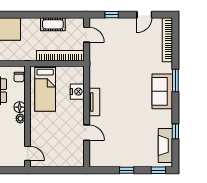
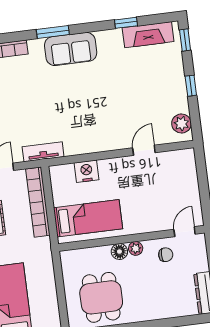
chair: (19, 77) -> (166, 255), moved
tv unit: (94, 102) -> (43, 152), moved
plant: (102, 161) -> (181, 123), added

